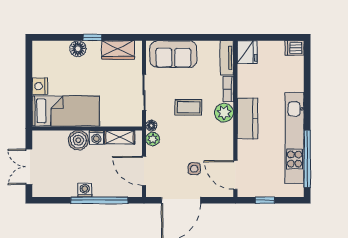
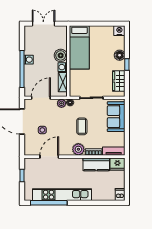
nightstand: (40, 86) -> (119, 31), moved
kitchen counter: (247, 118) -> (96, 164), moved
door: (235, 175) -> (49, 157), moved

